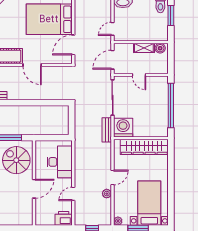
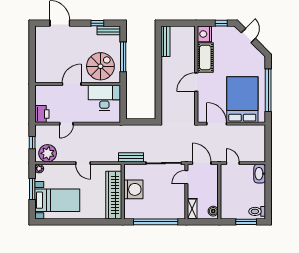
shelving: (144, 48) -> (192, 209), moved
door: (139, 75) -> (186, 177), moved
washing machine: (123, 128) -> (133, 189), moved
desk: (60, 162) -> (104, 98), moved, turned 180
door: (34, 189) -> (72, 84), swing flipped
door: (73, 194) -> (66, 124), swing flipped
plant: (107, 194) -> (48, 153), moved, width x1.88, depth x1.88

